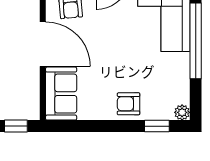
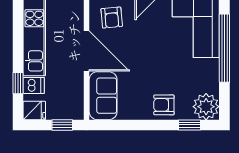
plant: (182, 112) -> (206, 107), width x1.88, depth x1.88

